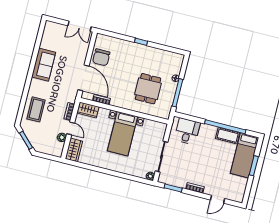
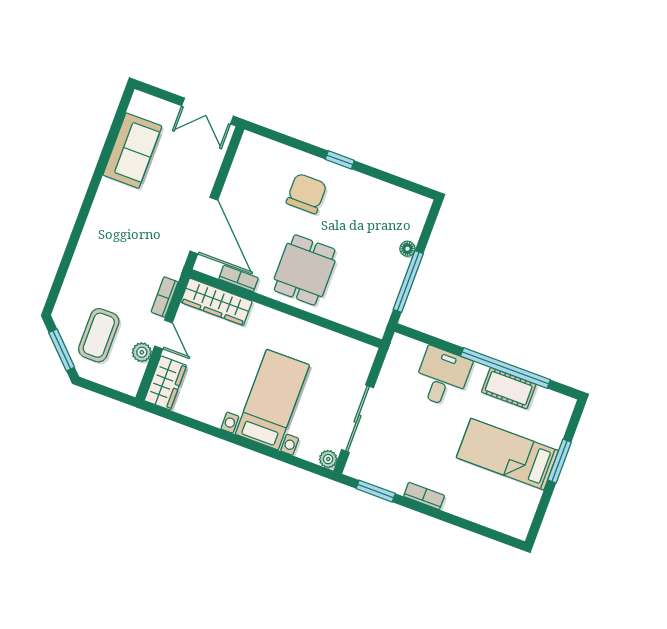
chair: (101, 57) -> (306, 194), moved, turned 180
sofa: (44, 65) -> (132, 151), moved
dining table: (148, 89) -> (305, 270), moved
coffee table: (36, 109) -> (99, 335), moved
wardrobe: (88, 110) -> (216, 302), width x1.50
desk: (187, 131) -> (442, 377), moved
bed with nightstands: (123, 134) -> (272, 400), moved, turned 180
bed: (245, 155) -> (507, 454), moved, turned 90
door: (218, 199) -> (471, 526), removed

